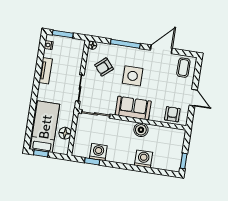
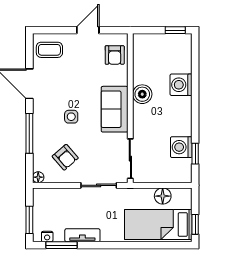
window: (41, 54) -> (62, 245), added
side table: (133, 76) -> (71, 117), width x0.54, depth x0.54
armchair: (172, 114) -> (115, 55), turned -90

